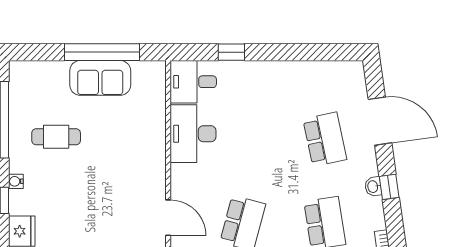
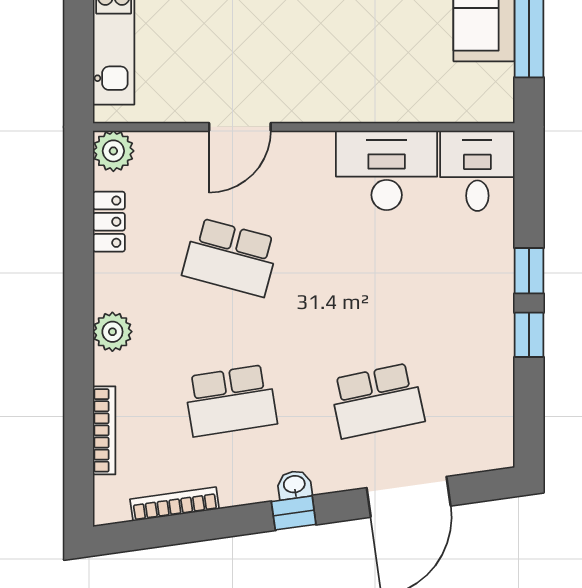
window: (231, 52) -> (529, 271), moved
window: (287, 52) -> (529, 335), added

